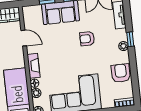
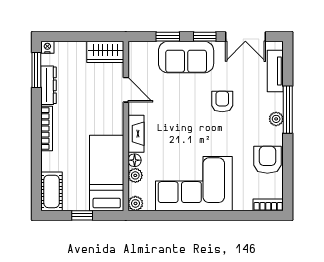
armchair: (87, 39) -> (222, 101), turned 90
window: (130, 39) -> (288, 110), width x2.17

